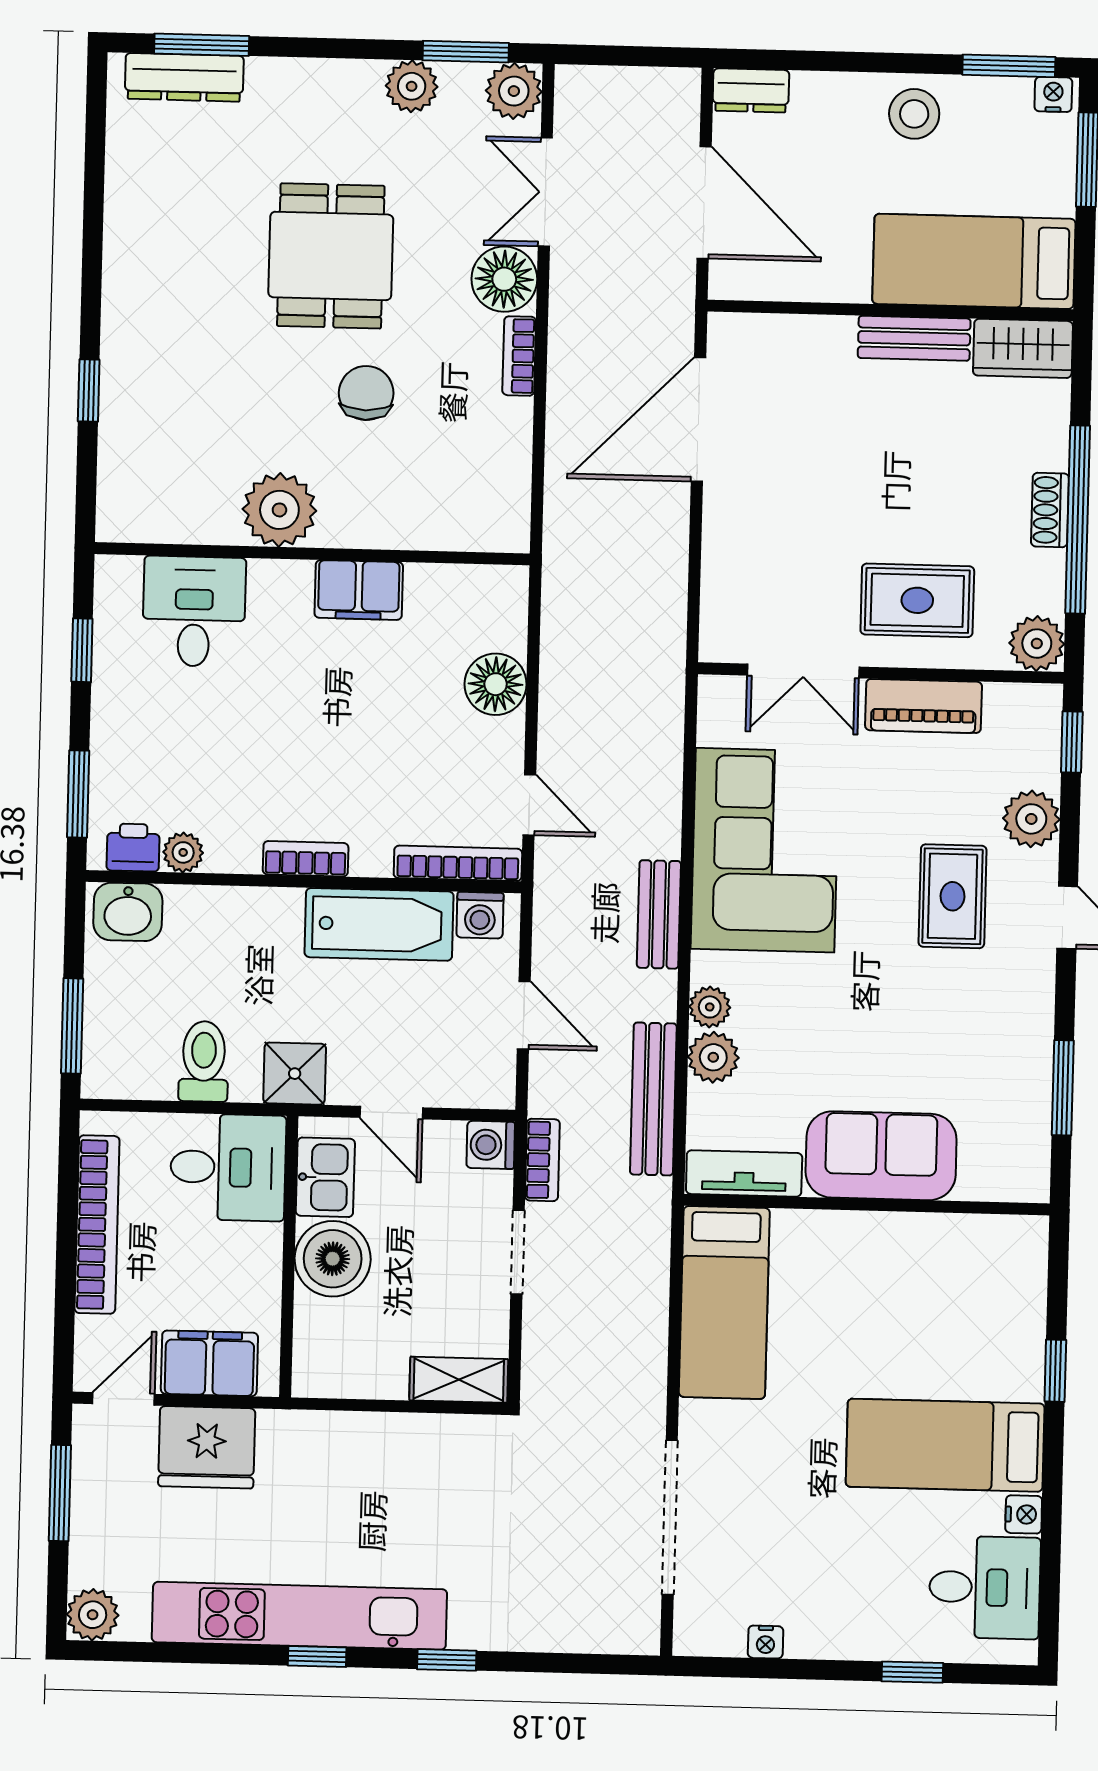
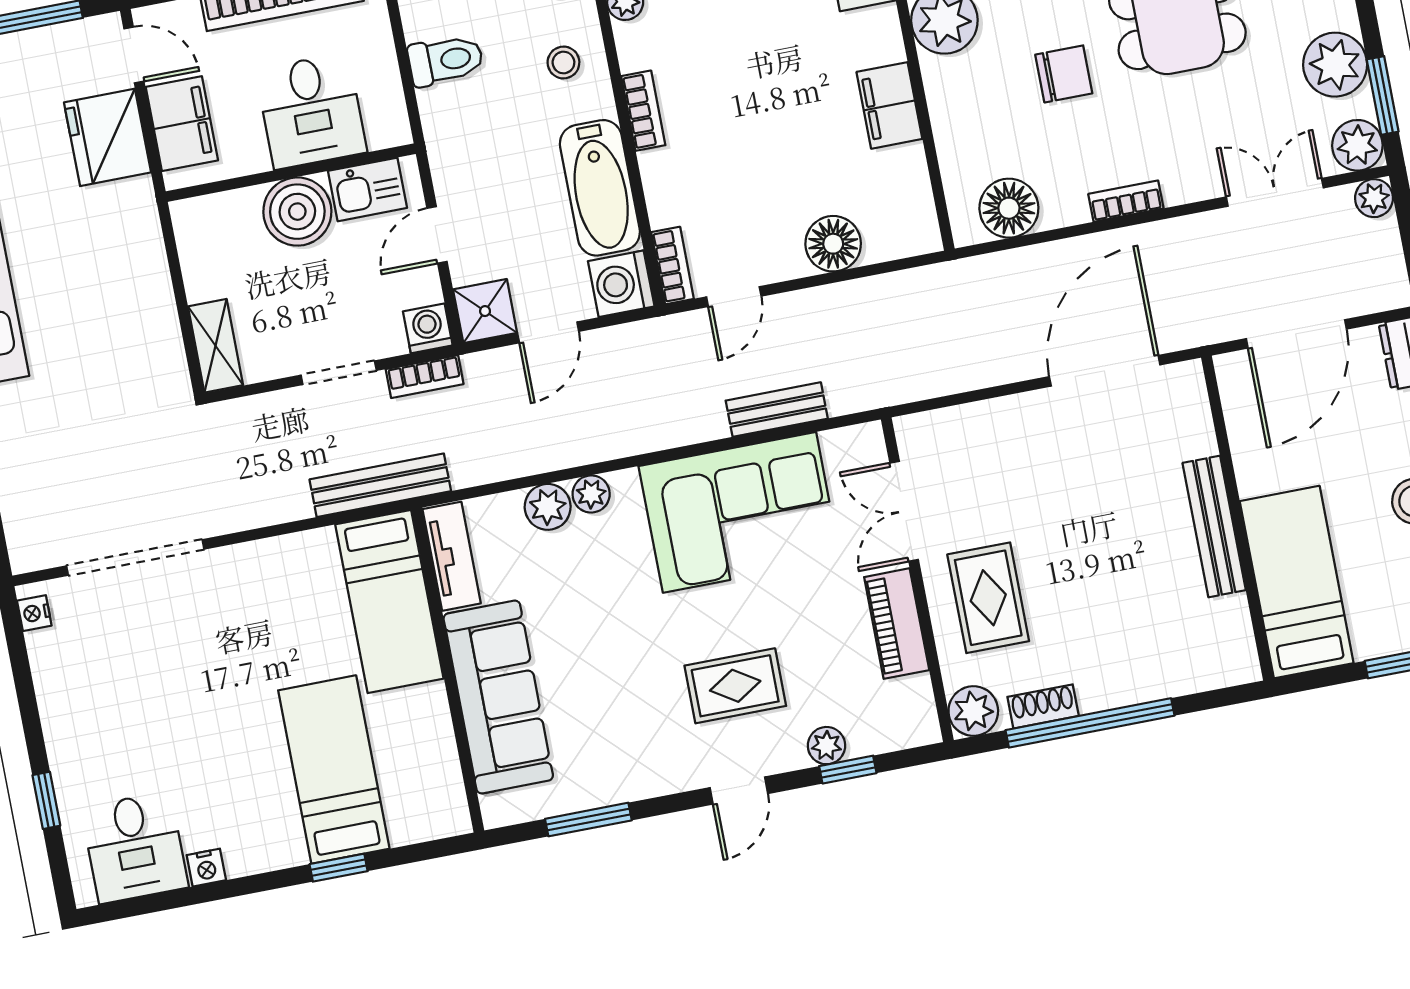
plant: (412, 86) -> (1335, 65), width x1.36, depth x1.36
plant: (575, 86) -> (1374, 198), added
floor lamp: (504, 279) -> (1009, 208), moved
bench: (914, 338) -> (1214, 527), width x1.36
wardrobe: (1023, 348) -> (1230, 642), removed
door: (698, 419) -> (1105, 371), hinge flipped
shoe rack: (1050, 510) -> (1043, 706), moved
window: (1072, 742) -> (848, 770), moved
plant: (1031, 819) -> (826, 746), width x0.73, depth x0.73
bookcase: (458, 863) -> (673, 266), width x0.64
bench: (659, 914) -> (777, 410), moved
washing machine: (480, 915) -> (621, 284), width x1.38, depth x1.38
stool: (234, 934) -> (563, 63), added
shower: (295, 1074) -> (485, 311), moved
bench: (653, 1099) -> (380, 485), moved
sofa: (881, 1156) -> (498, 697), width x1.36
desk: (228, 1167) -> (311, 111), moved
bed: (724, 1302) -> (389, 601), moved, turned -90
bed: (945, 1445) -> (334, 769), moved
nightstand: (766, 1642) -> (34, 613), moved

